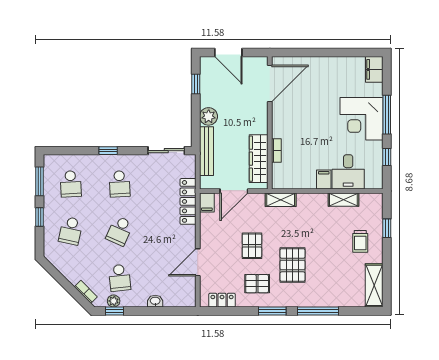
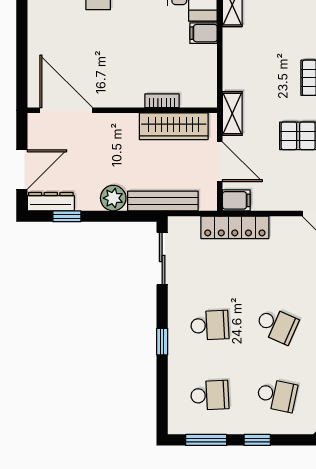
dresser: (206, 73) -> (51, 202), added
shelving: (281, 200) -> (232, 114), moved

